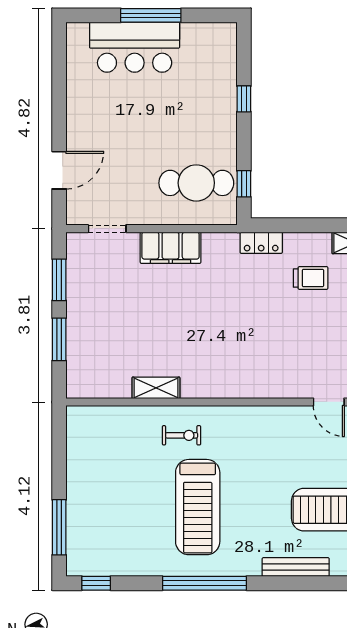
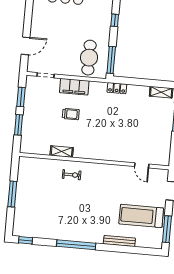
cafe table: (196, 183) -> (89, 58), turned 90
window: (244, 184) -> (111, 60), width x2.17
trolley: (311, 278) -> (71, 114), moved
treadmill: (198, 507) -> (76, 209), removed
window: (59, 527) -> (12, 194), moved

